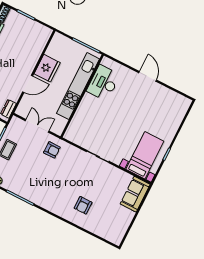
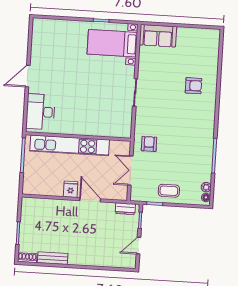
fridge: (47, 68) -> (71, 189), width x0.53, depth x0.75
desk: (103, 83) -> (41, 112), moved, turned 90

